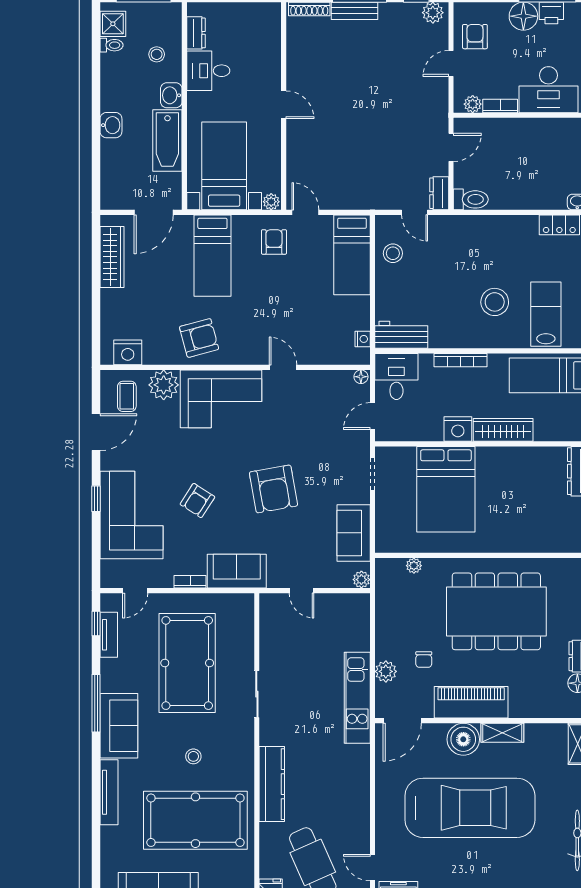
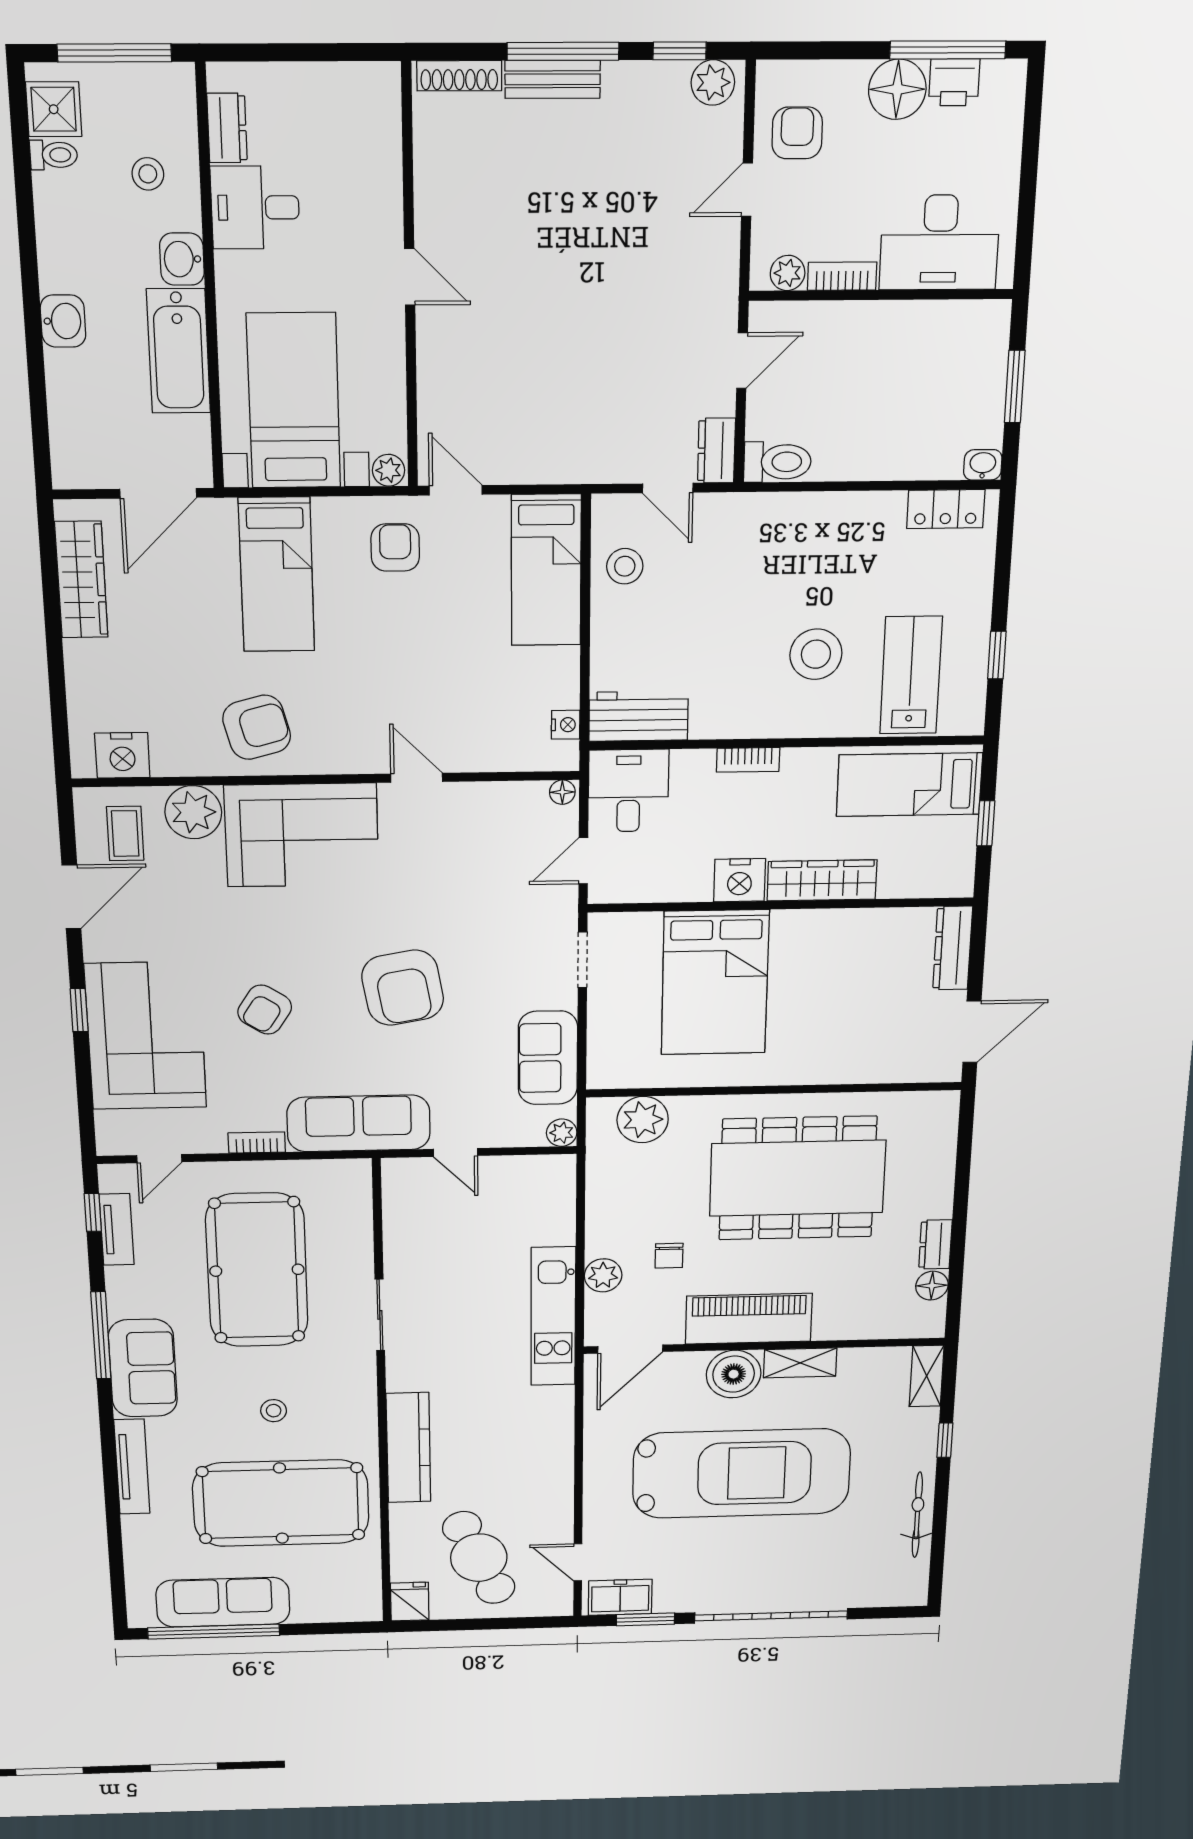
bookcase: (460, 360) -> (748, 760), width x0.64
plant: (414, 566) -> (643, 1120), width x1.88, depth x1.88
sofa: (237, 571) -> (359, 1123), width x1.36

